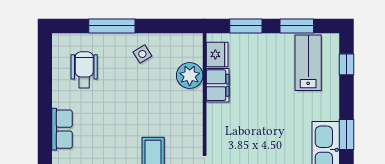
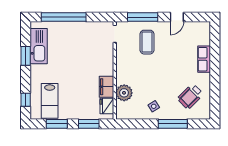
wheelchair: (84, 70) -> (190, 96), turned 45

